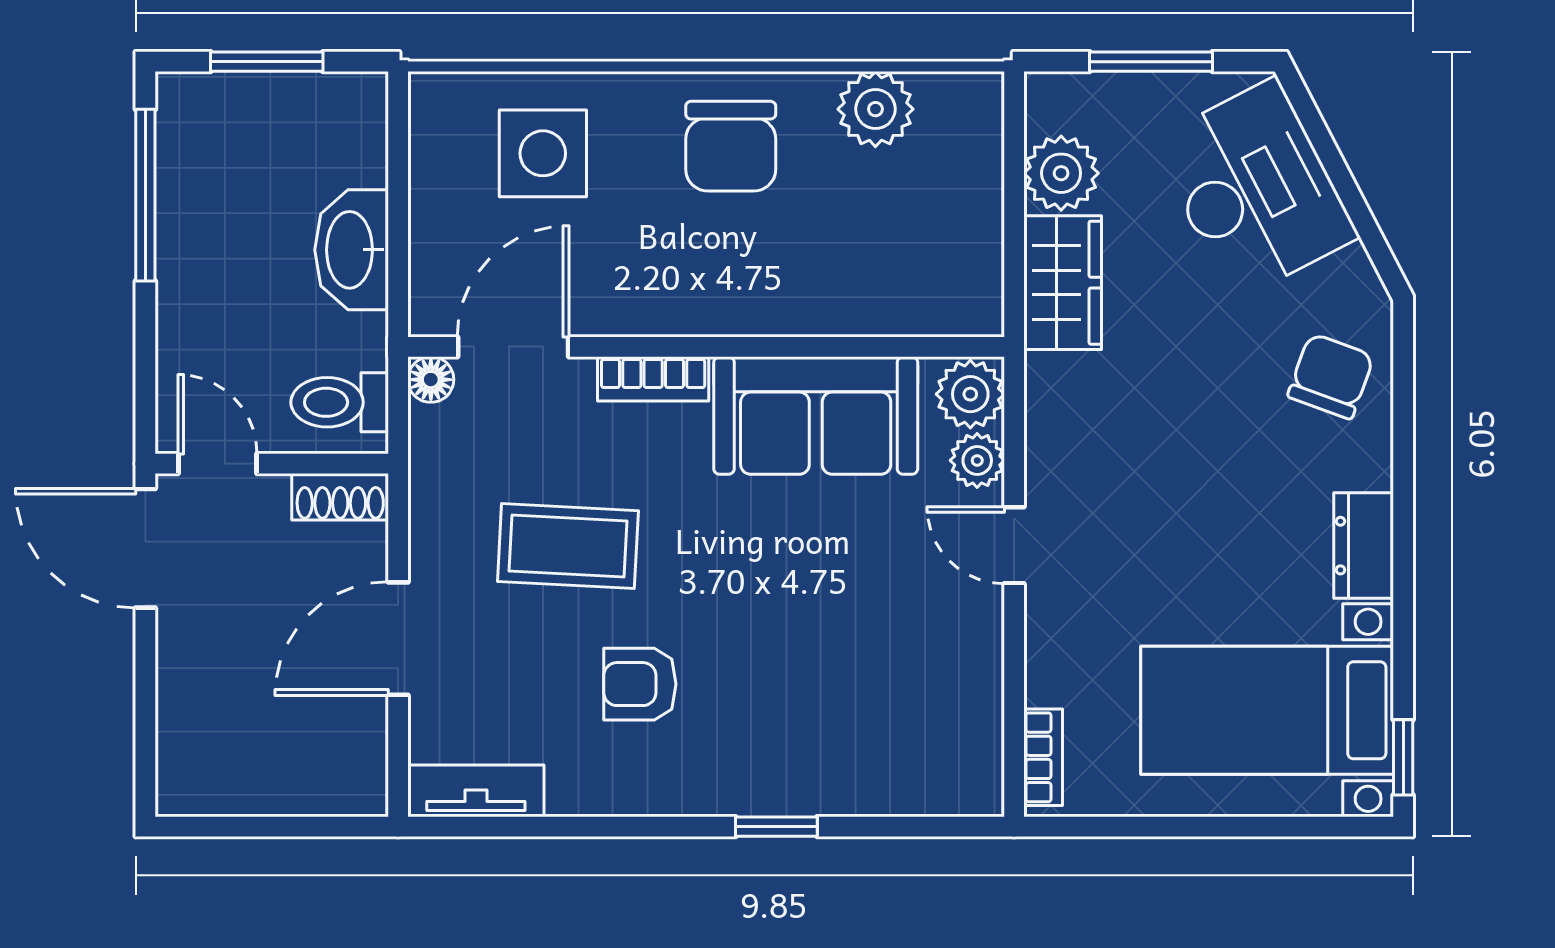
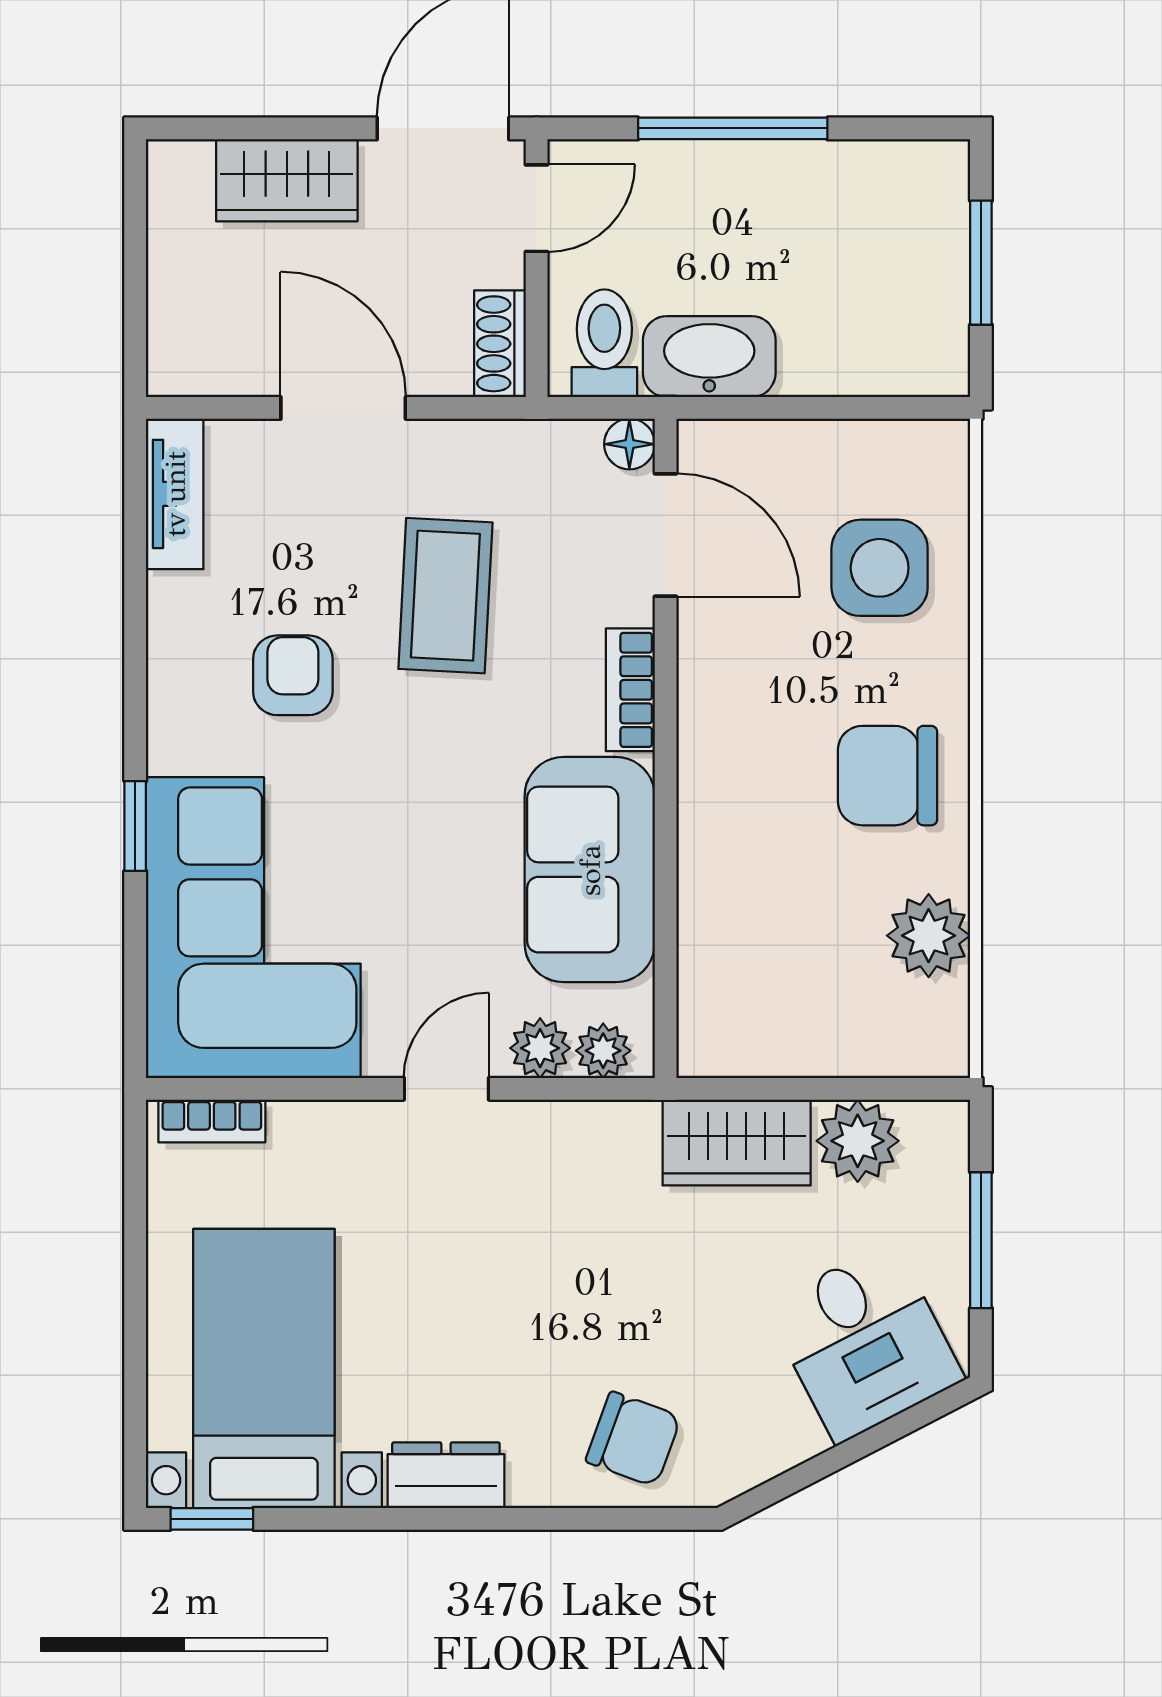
desk: (1255, 189) -> (864, 1342), width x0.73
window: (145, 195) -> (733, 128), moved
washbasin: (352, 250) -> (709, 357), moved
plant: (970, 394) -> (603, 1051), width x0.73, depth x0.73
wardrobe: (192, 690) -> (287, 180), added
corner sofa: (868, 720) -> (253, 928), added

